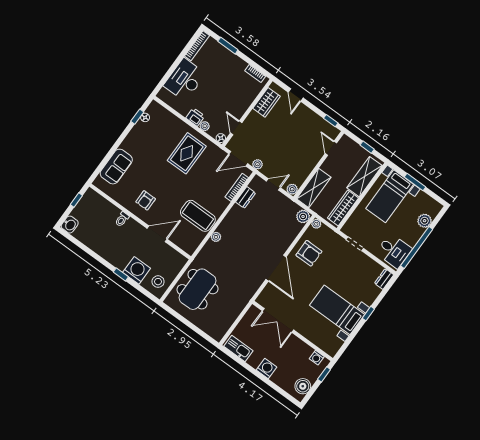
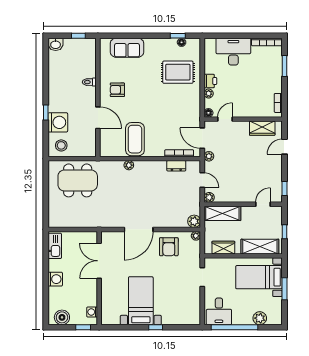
rug: (187, 153) -> (178, 72), moved
wardrobe: (343, 208) -> (223, 248), width x0.67
dresser: (384, 279) -> (191, 320), removed

